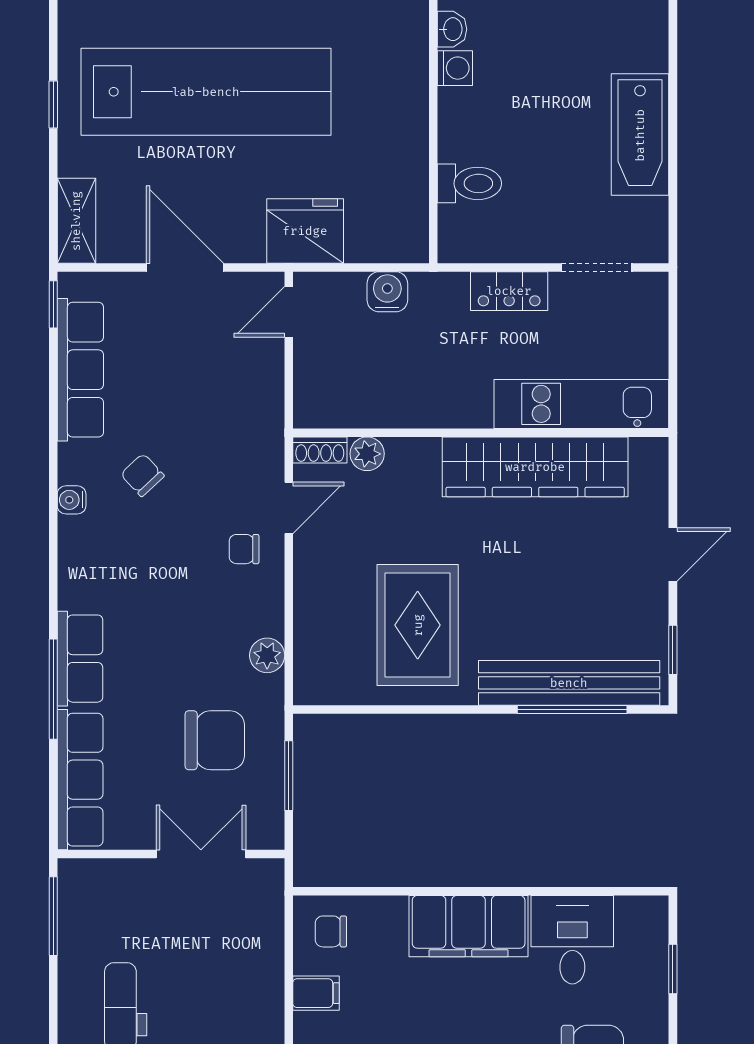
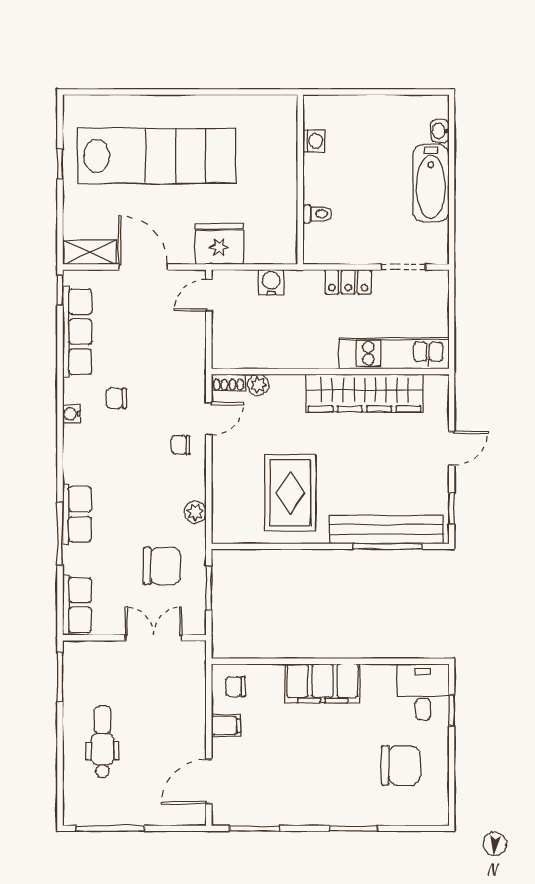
washbasin: (452, 29) -> (440, 131), moved, turned 180
toilet: (469, 183) -> (317, 214), width x0.73, depth x0.72
shelving: (76, 221) -> (89, 252), moved, turned 90
chair: (142, 475) -> (116, 398), turned -47
row of seats: (80, 780) -> (77, 605), width x0.68
desk: (572, 940) -> (423, 692), moved

